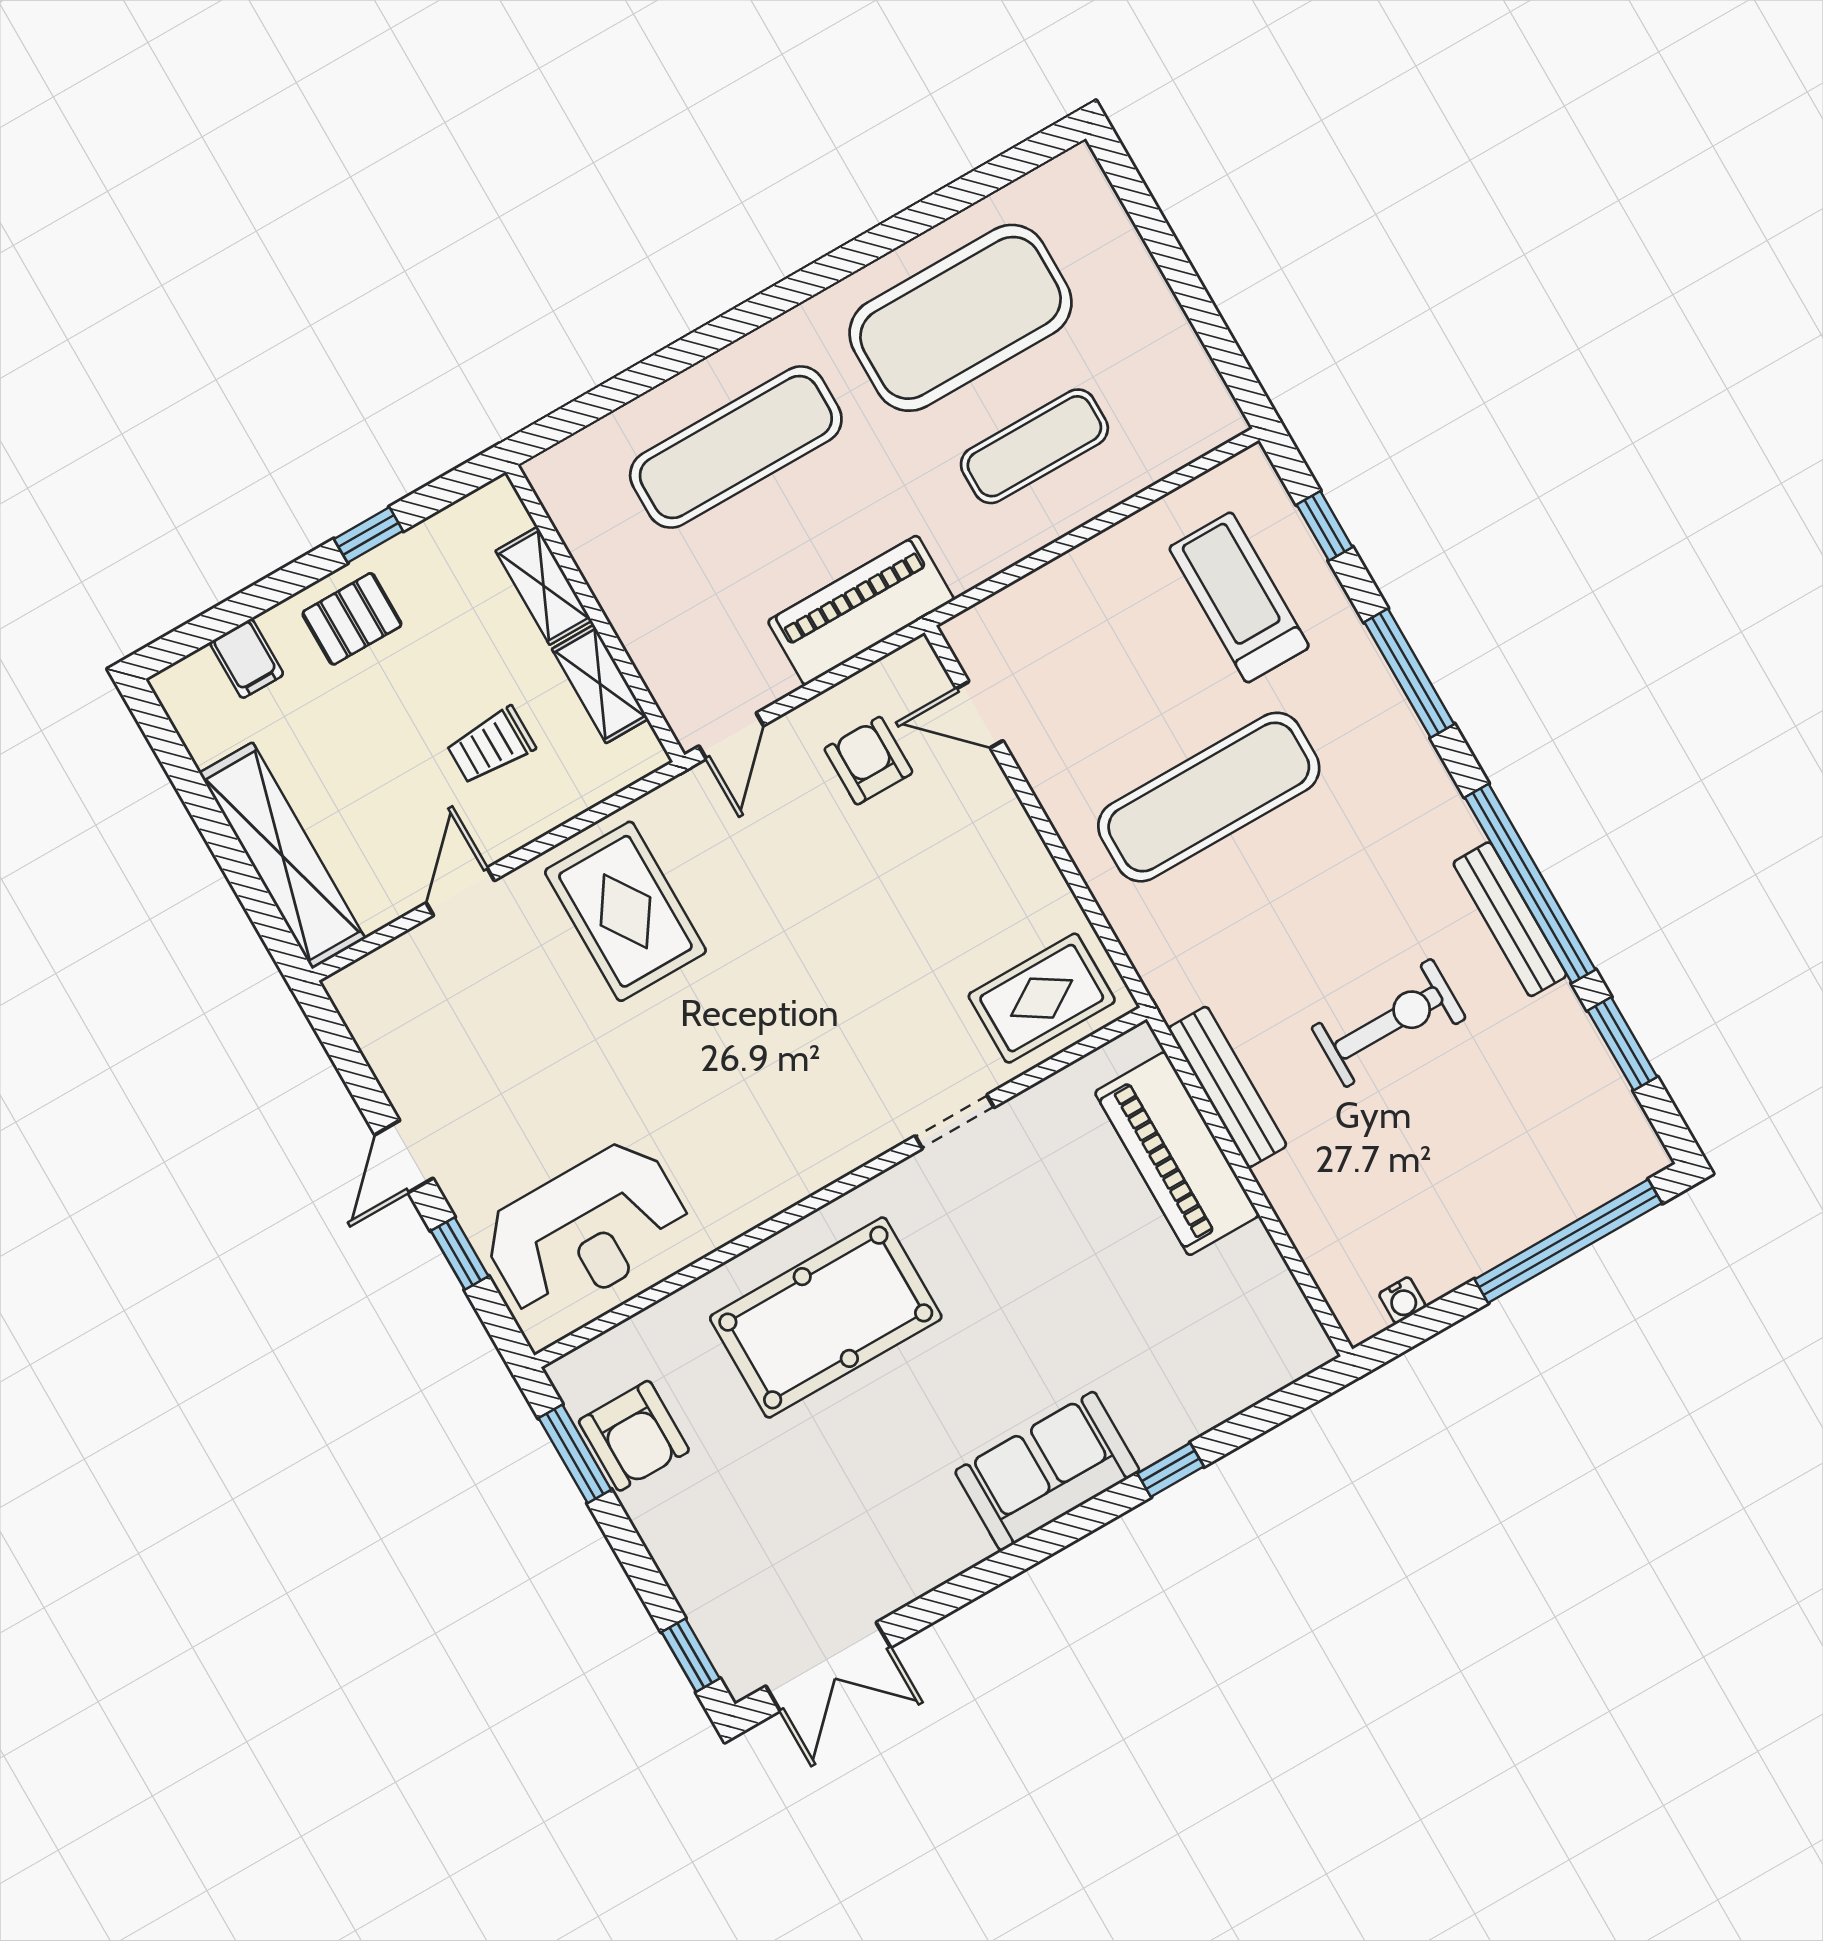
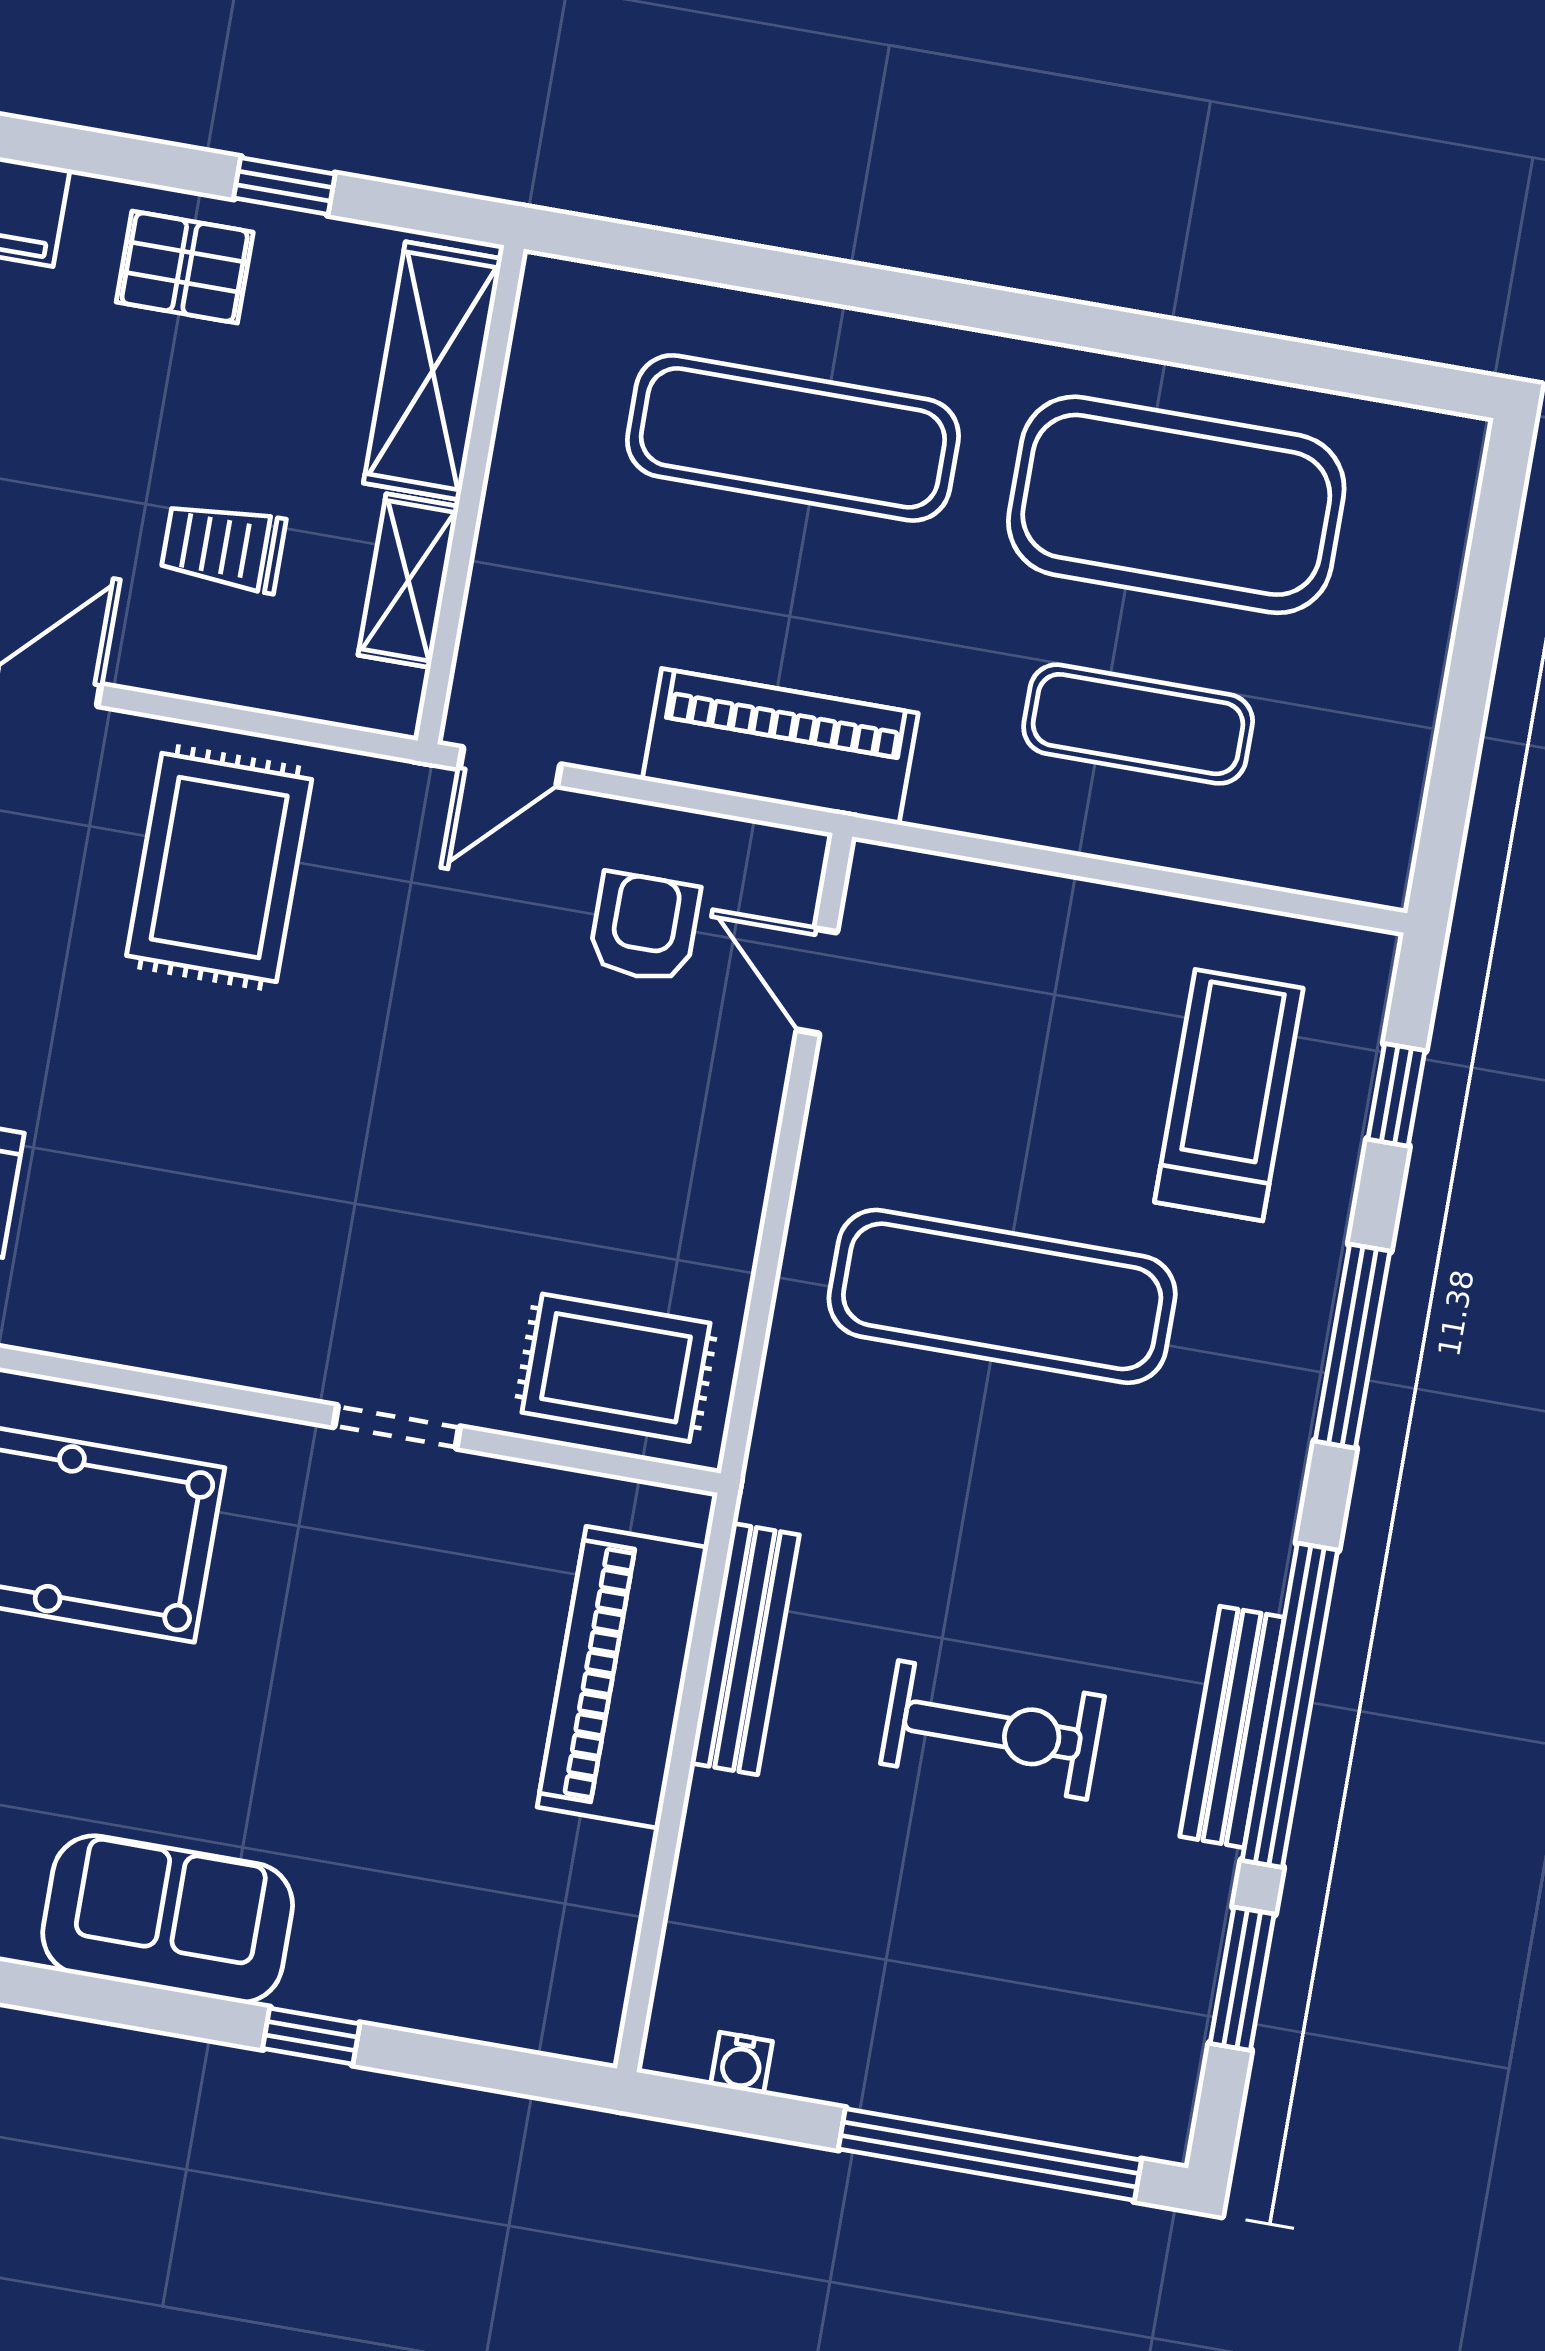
shelving: (544, 586) -> (433, 371), width x1.50, depth x1.33

